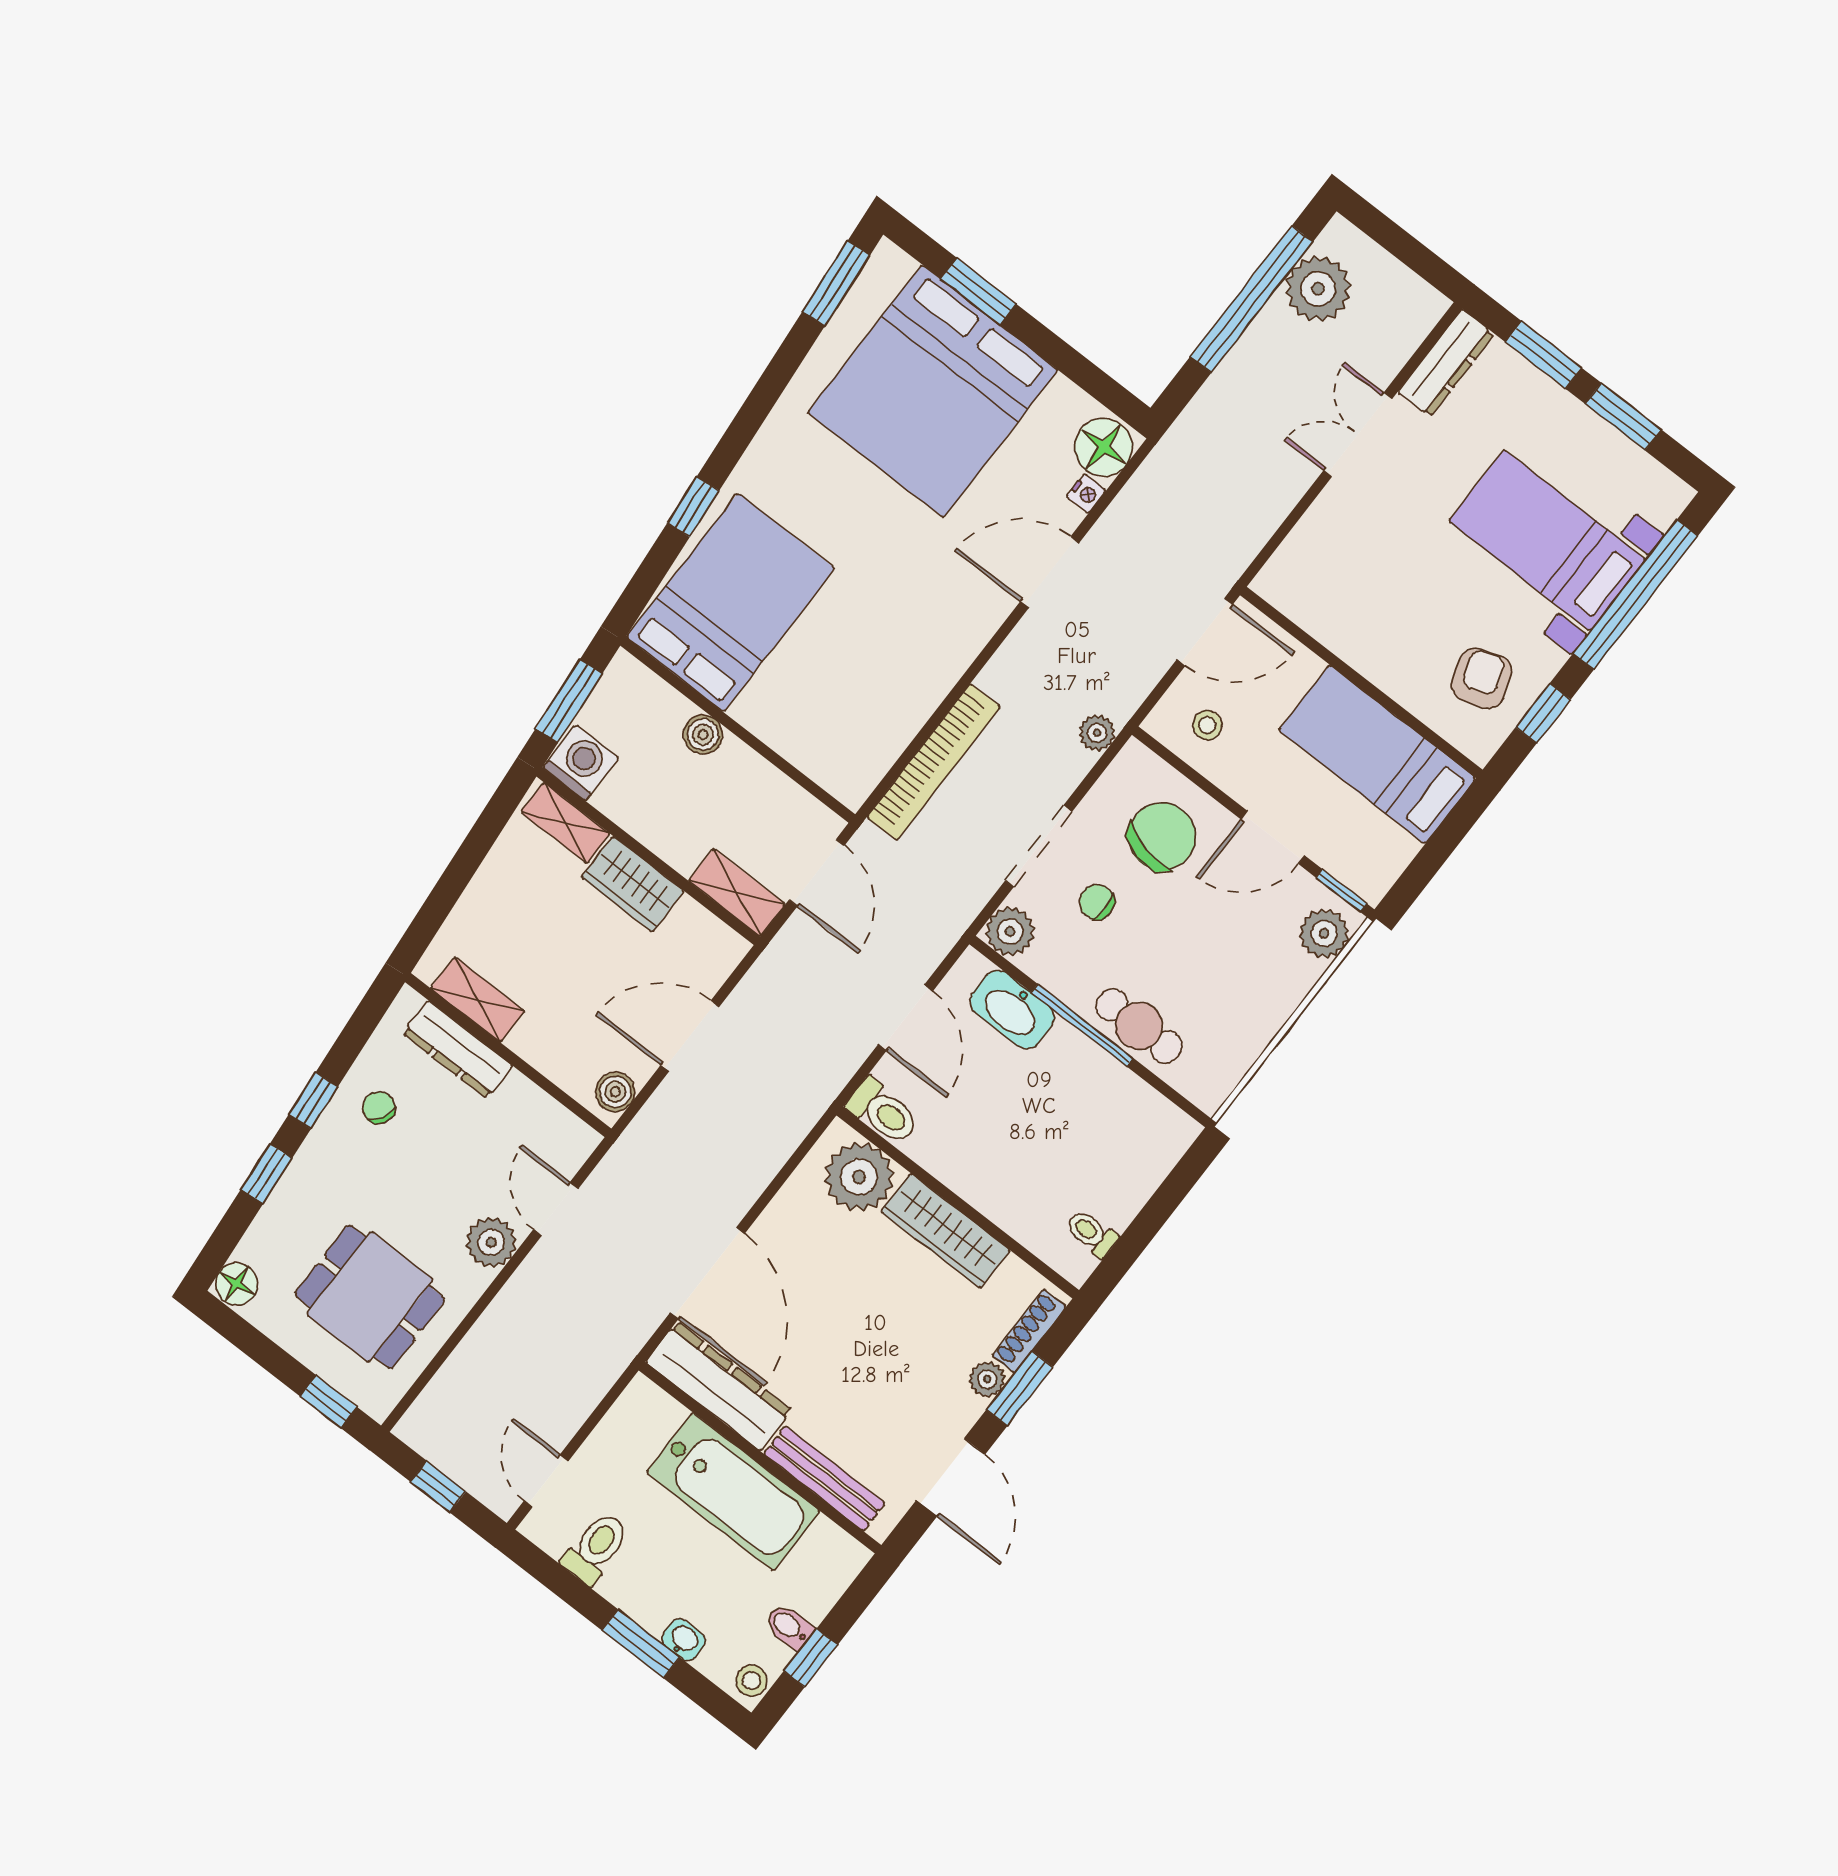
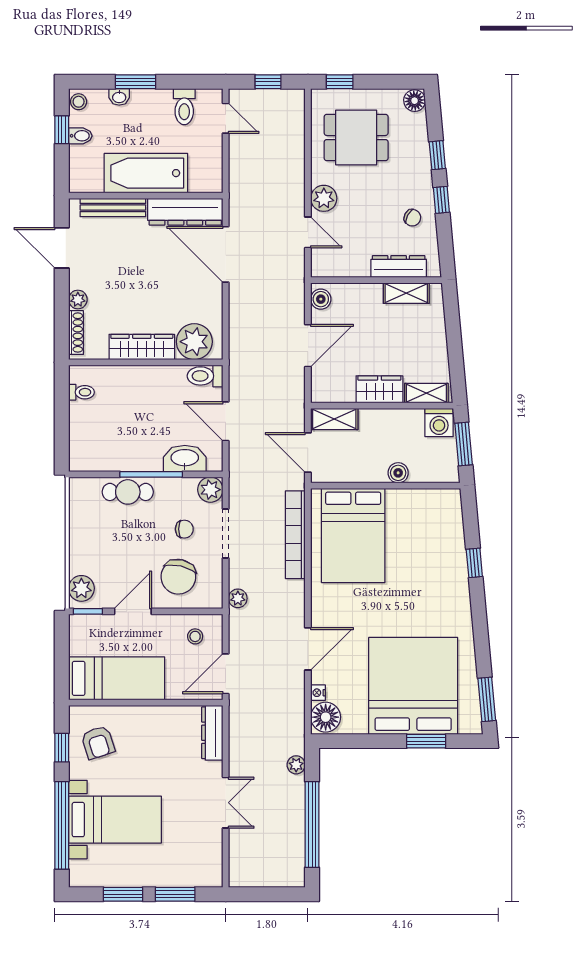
plant: (1318, 289) -> (296, 765), moved, width x0.53, depth x0.53
dresser: (1446, 363) -> (212, 733), moved
bed: (731, 603) -> (353, 536), moved
window: (1020, 1388) -> (62, 306), removed

